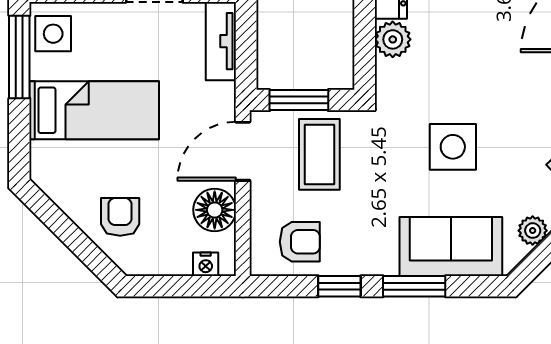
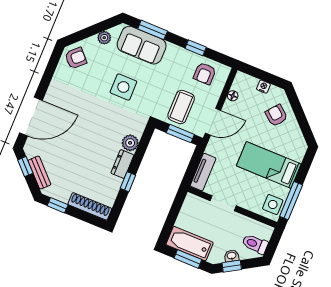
floor lamp: (215, 210) -> (233, 96), width x0.53, depth x0.53
armchair: (120, 217) -> (276, 115), turned 129
armchair: (300, 242) -> (205, 73), turned -90
nightstand: (206, 264) -> (263, 87), moved
window: (414, 286) -> (153, 30), moved

